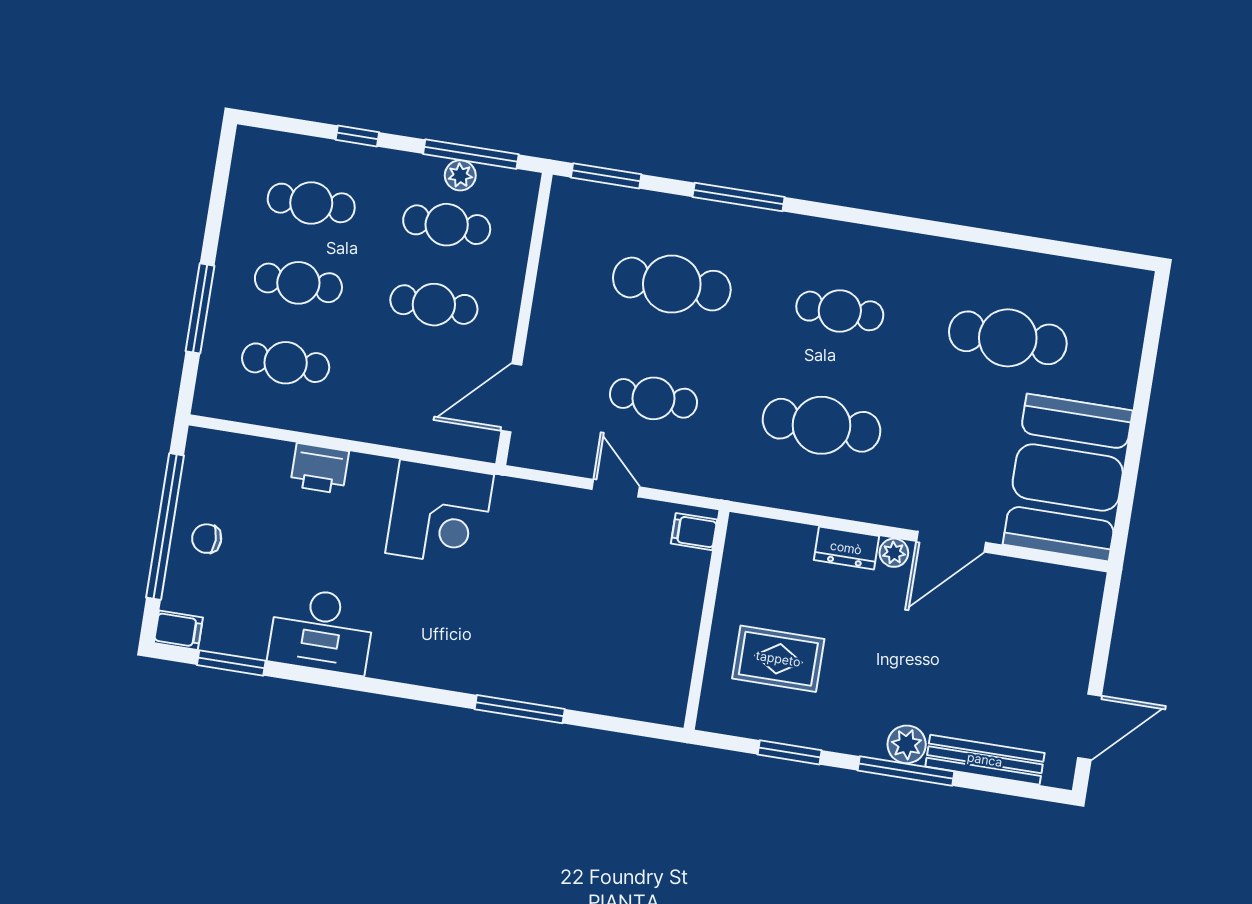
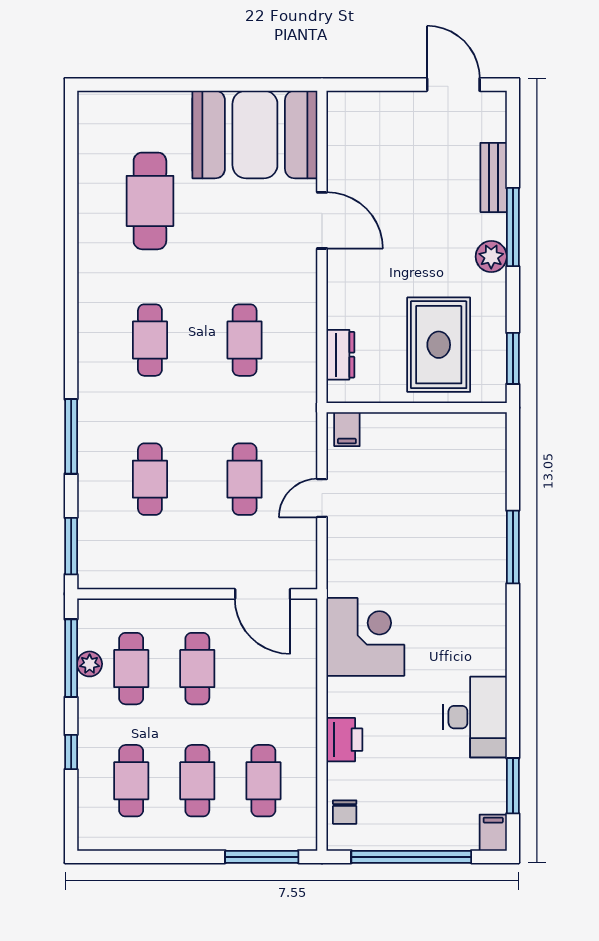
cafe table: (672, 284) -> (150, 479), width x0.73, depth x0.74
window: (200, 308) -> (262, 857), moved
cafe table: (821, 425) -> (245, 340), width x0.73, depth x0.74
chair: (207, 539) -> (345, 812), moved
dresser: (846, 548) -> (340, 355), moved
plant: (894, 553) -> (338, 265), removed
rug: (778, 659) -> (439, 345), width x1.36, depth x1.43
plant: (907, 744) -> (491, 257), moved
window: (790, 752) -> (513, 358), moved
bench: (985, 760) -> (494, 177), width x0.73

